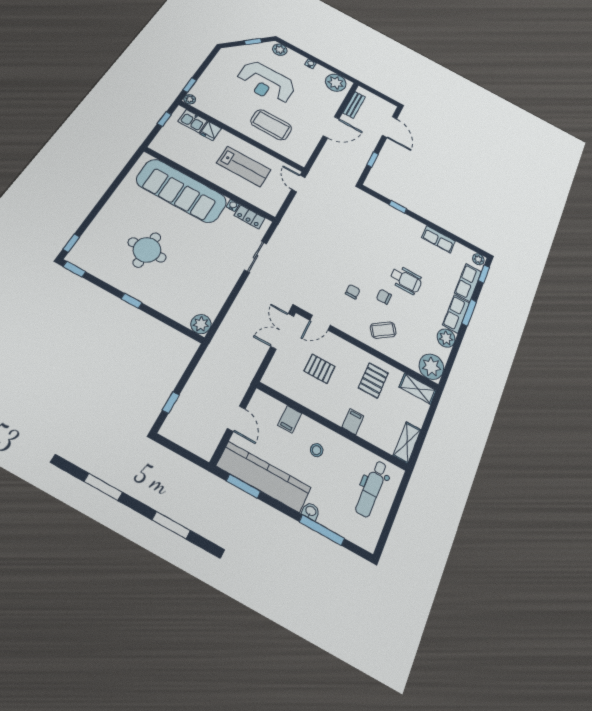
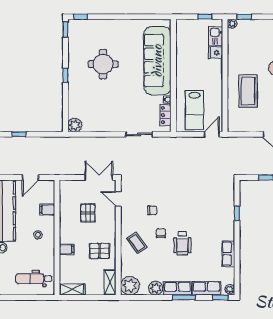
lab bench: (244, 167) -> (194, 110), moved

